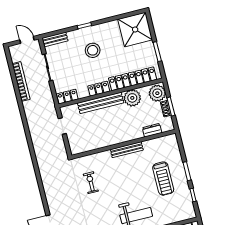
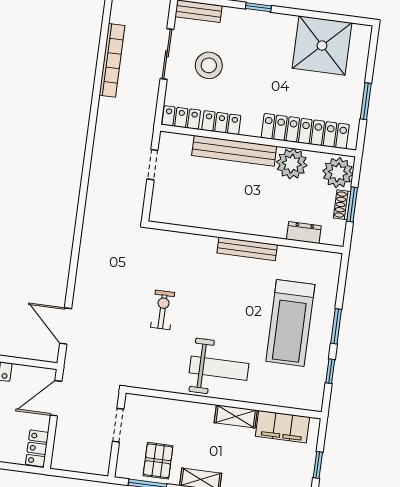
shower: (135, 29) -> (322, 46), moved
stool: (93, 50) -> (209, 65), moved
locker: (99, 89) -> (221, 123), moved
treadmill: (163, 179) -> (290, 323), width x1.37, depth x1.38
exercise bike: (91, 183) -> (163, 310), moved

